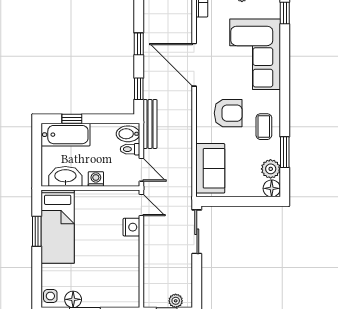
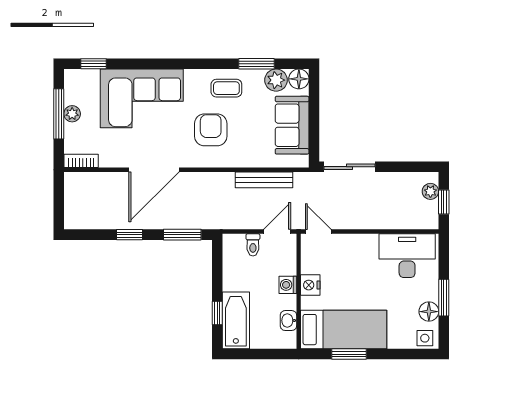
window: (139, 89) -> (182, 235), width x1.50
bench: (150, 124) -> (264, 180), moved
bidet: (128, 134) -> (235, 247), removed
sofa: (210, 168) -> (292, 125), moved, turned -90
washbasin: (65, 176) -> (288, 321), width x0.52, depth x0.69
door: (141, 205) -> (318, 232), hinge flipped
nightstand: (131, 227) -> (310, 285), moved, turned -90
desk: (121, 281) -> (407, 256), added

